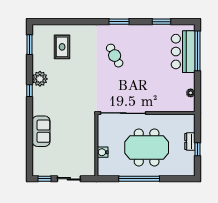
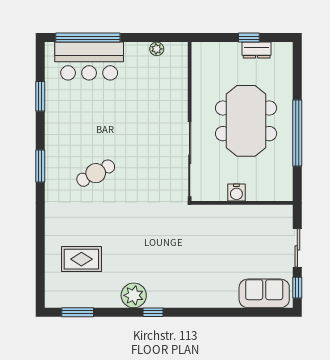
sofa: (41, 131) -> (264, 293), moved
dresser: (190, 141) -> (257, 50), moved
water cooler: (103, 152) -> (236, 193), moved

